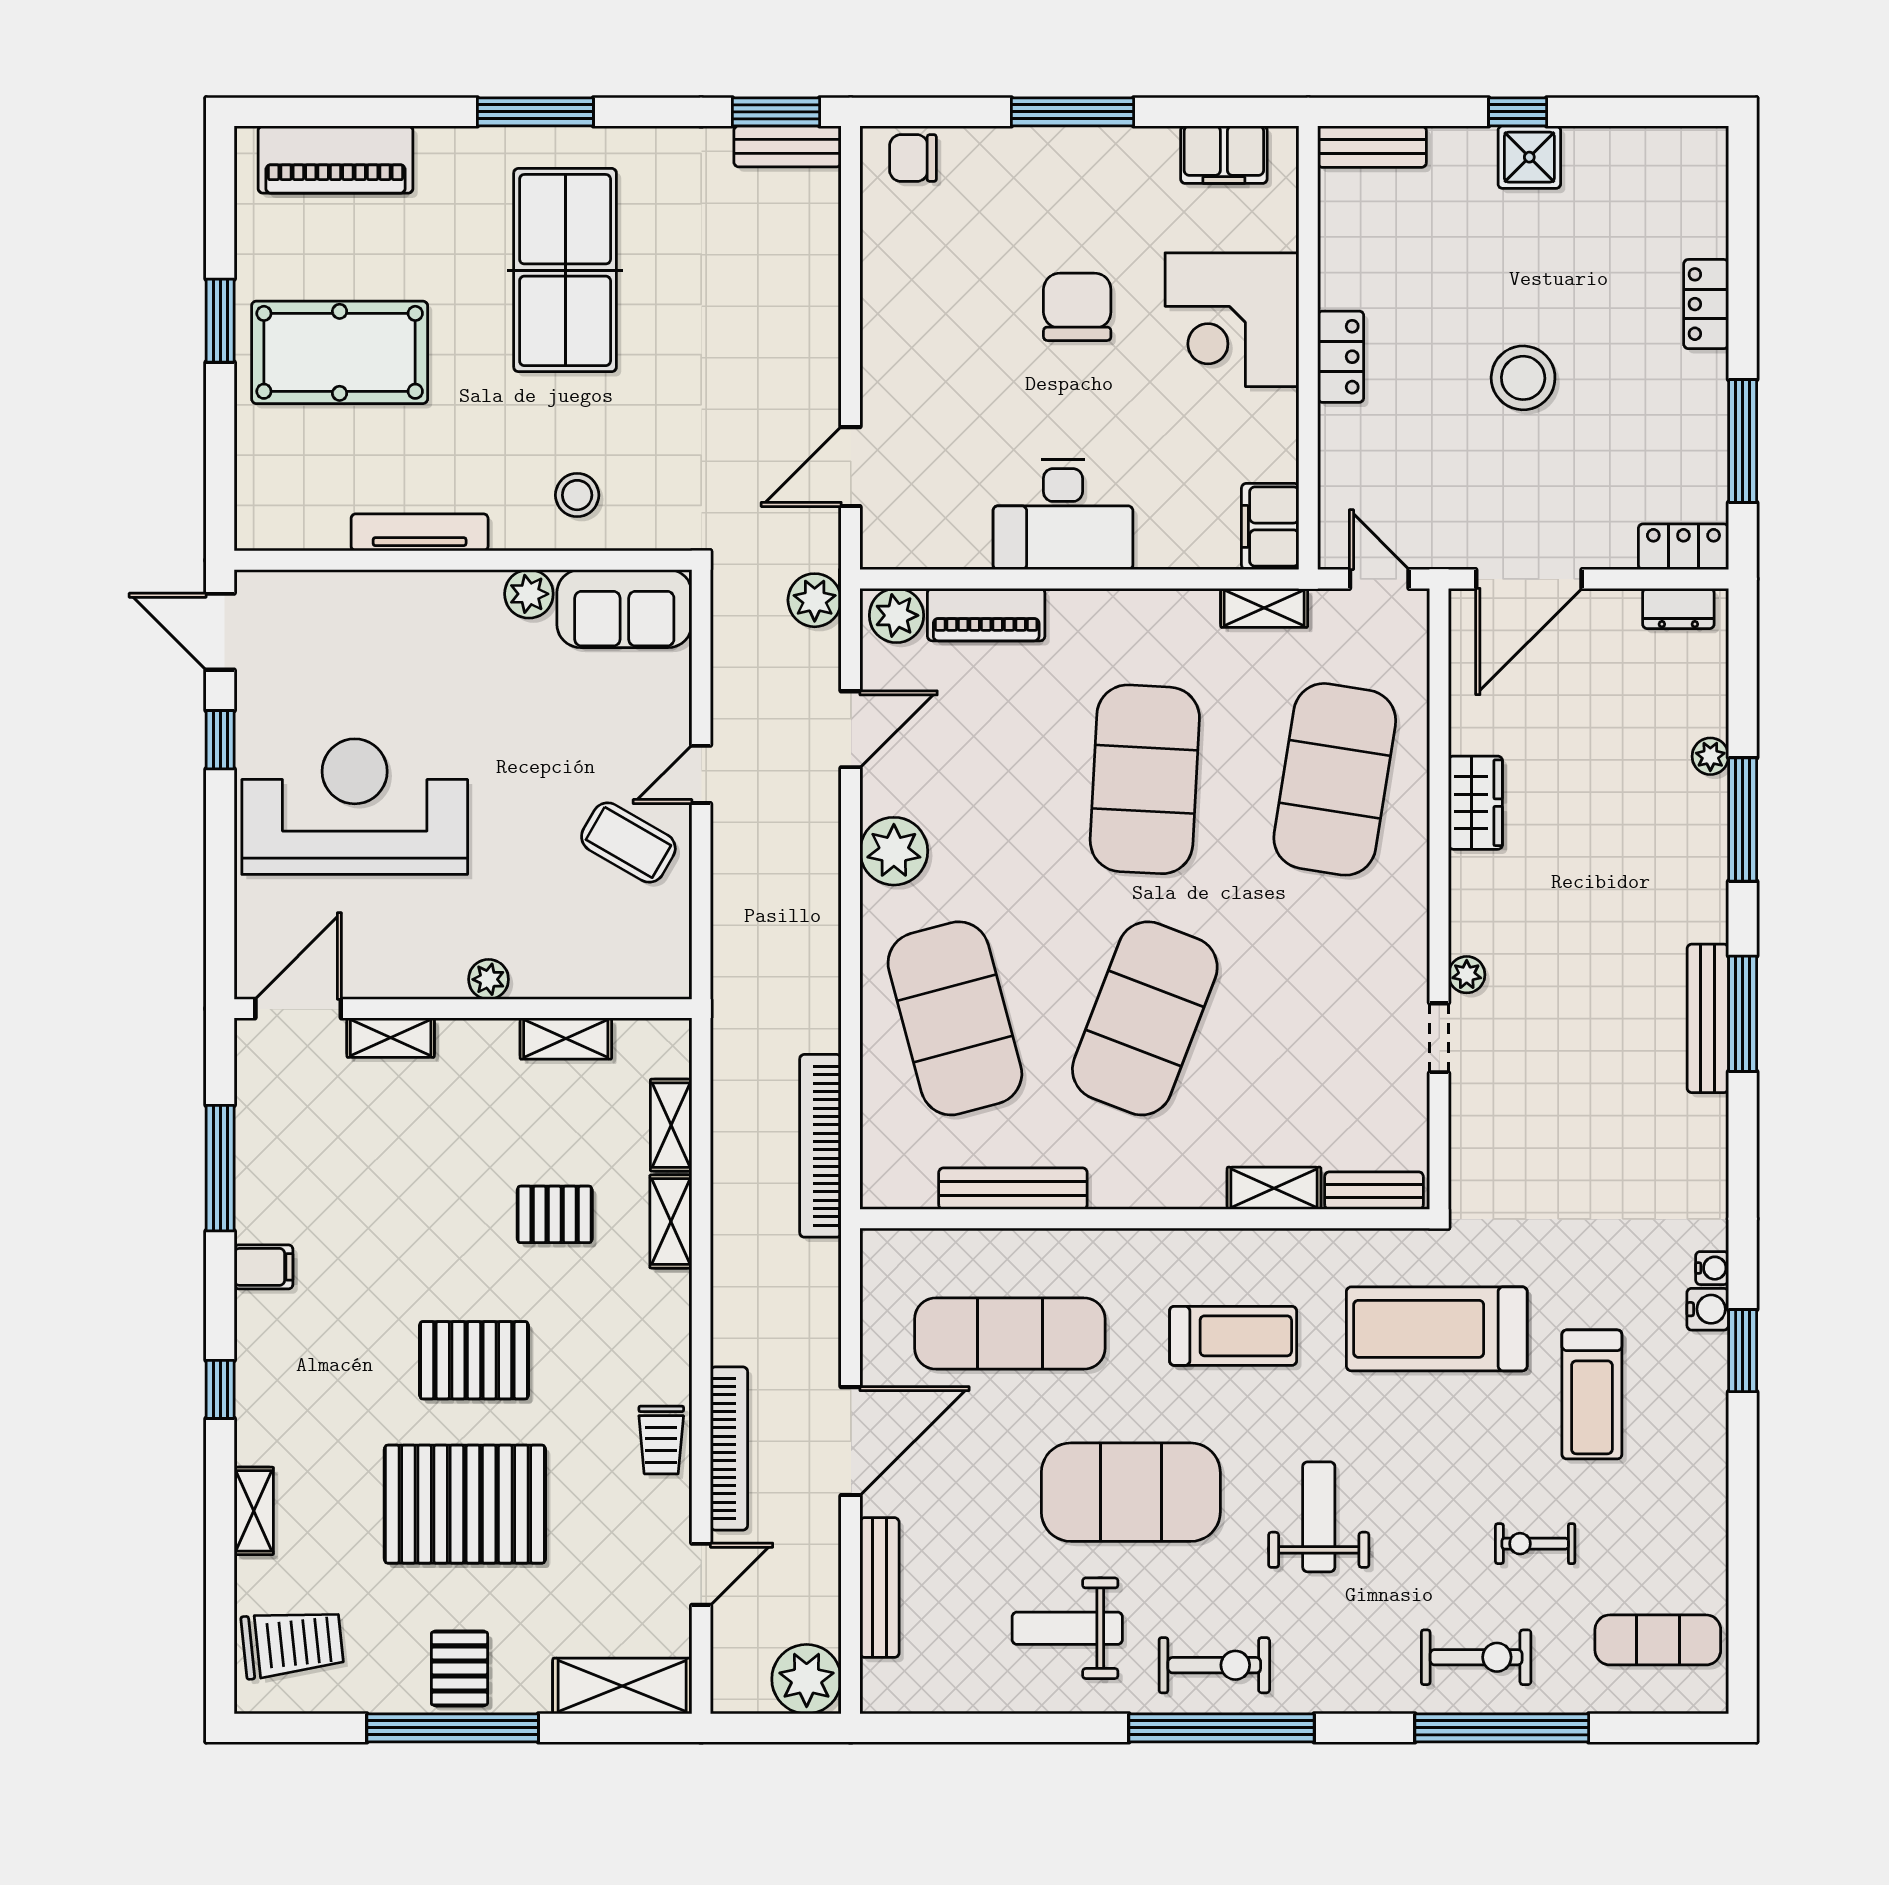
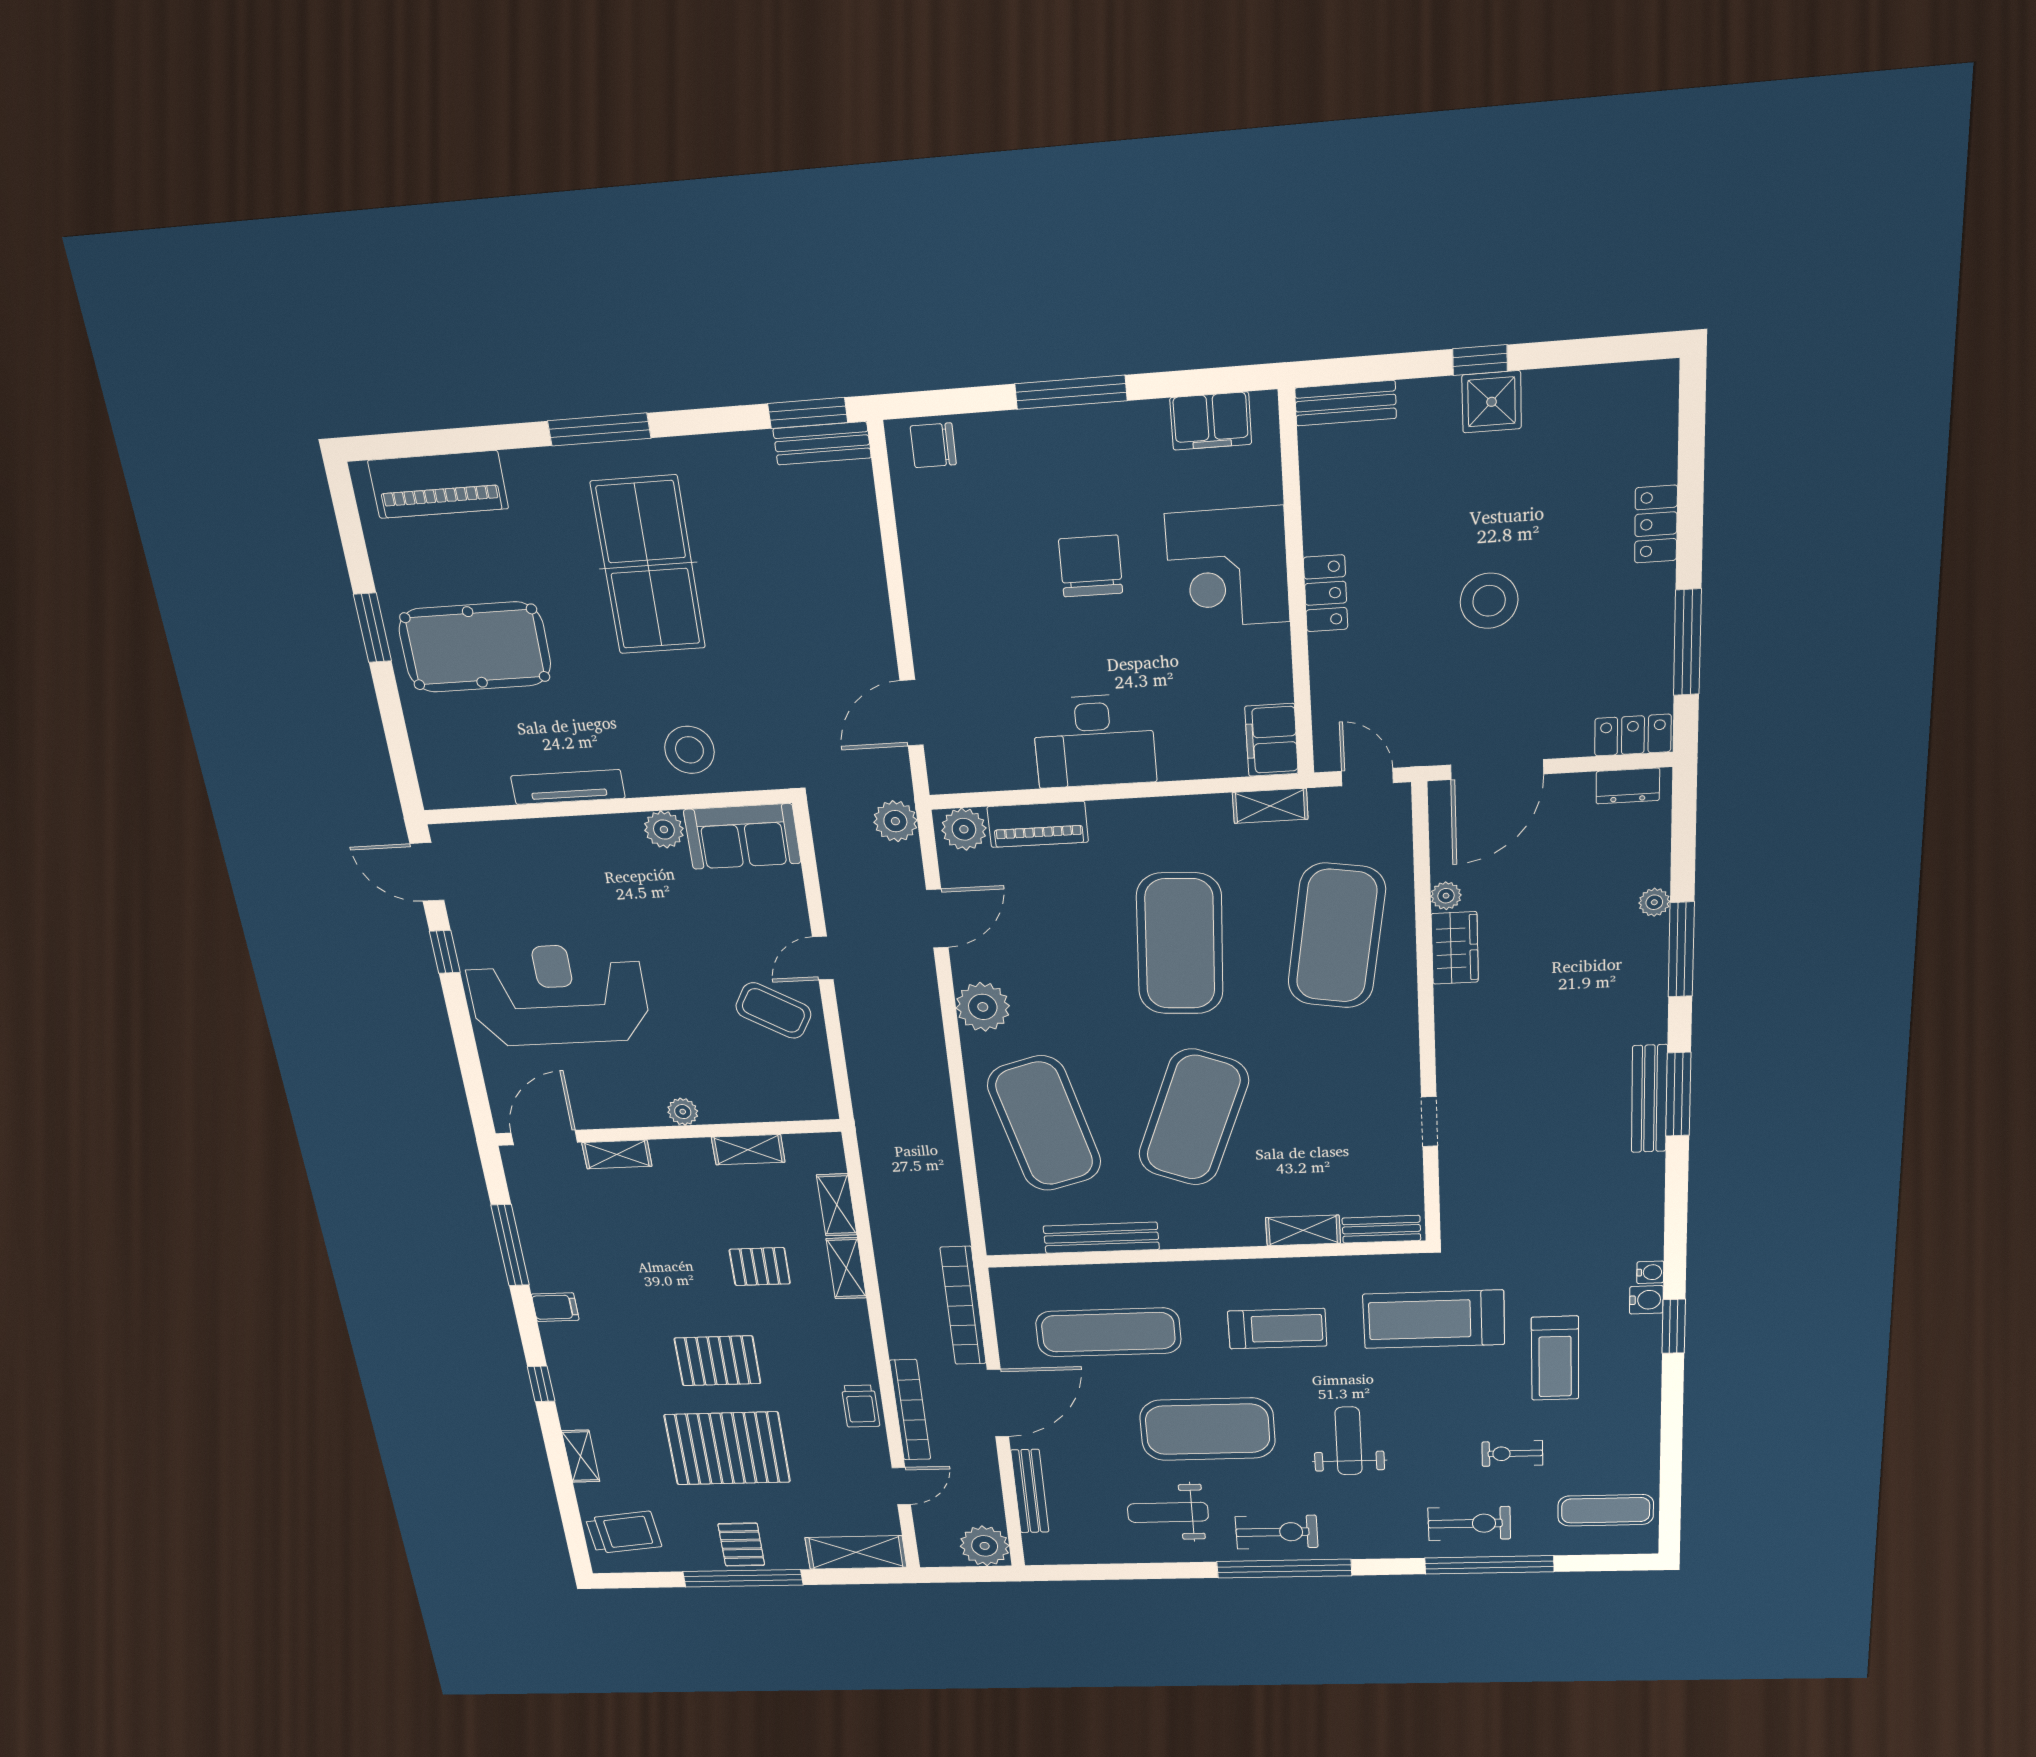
stool: (577, 495) -> (689, 750), width x1.38, depth x1.38
plant: (1467, 975) -> (1446, 896), moved
bookcase: (820, 1146) -> (963, 1306), moved

